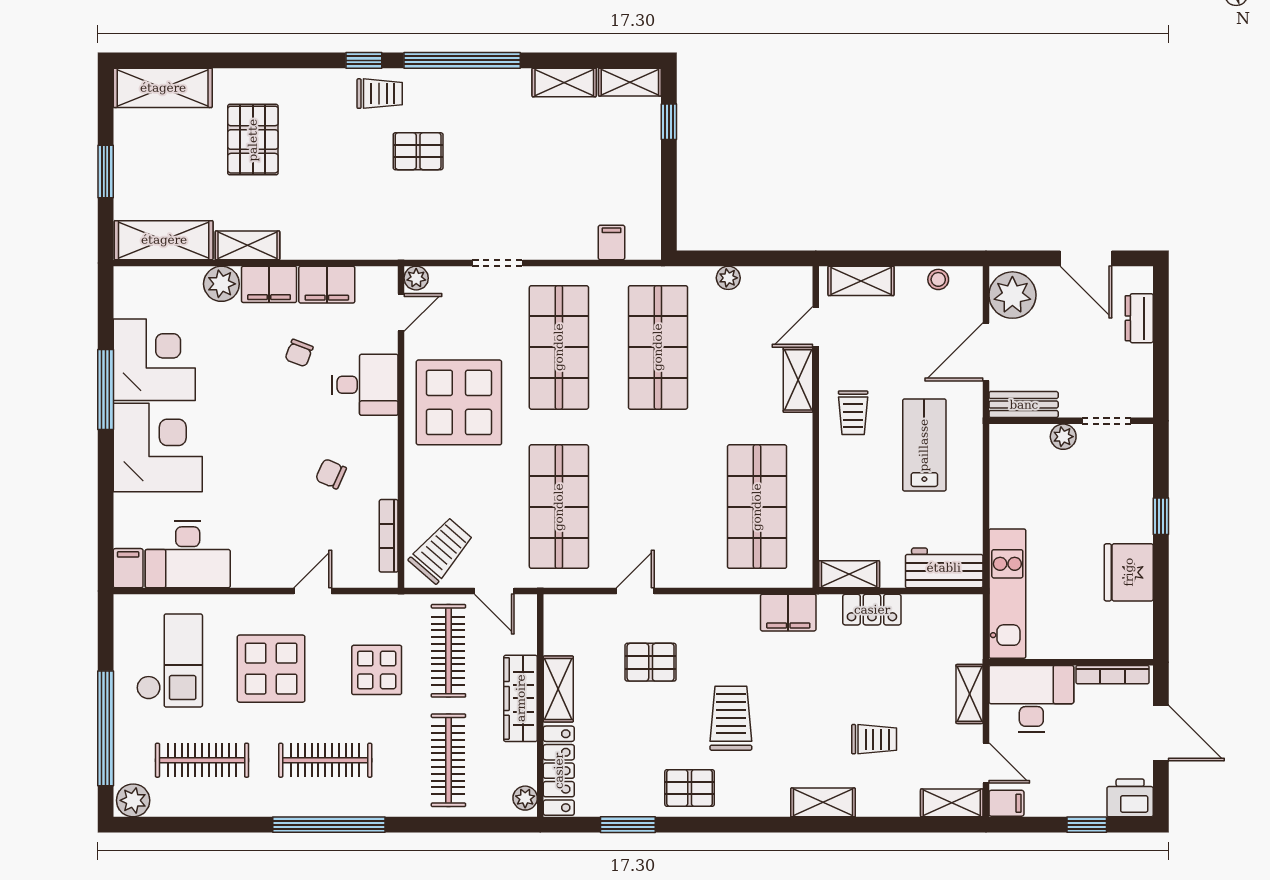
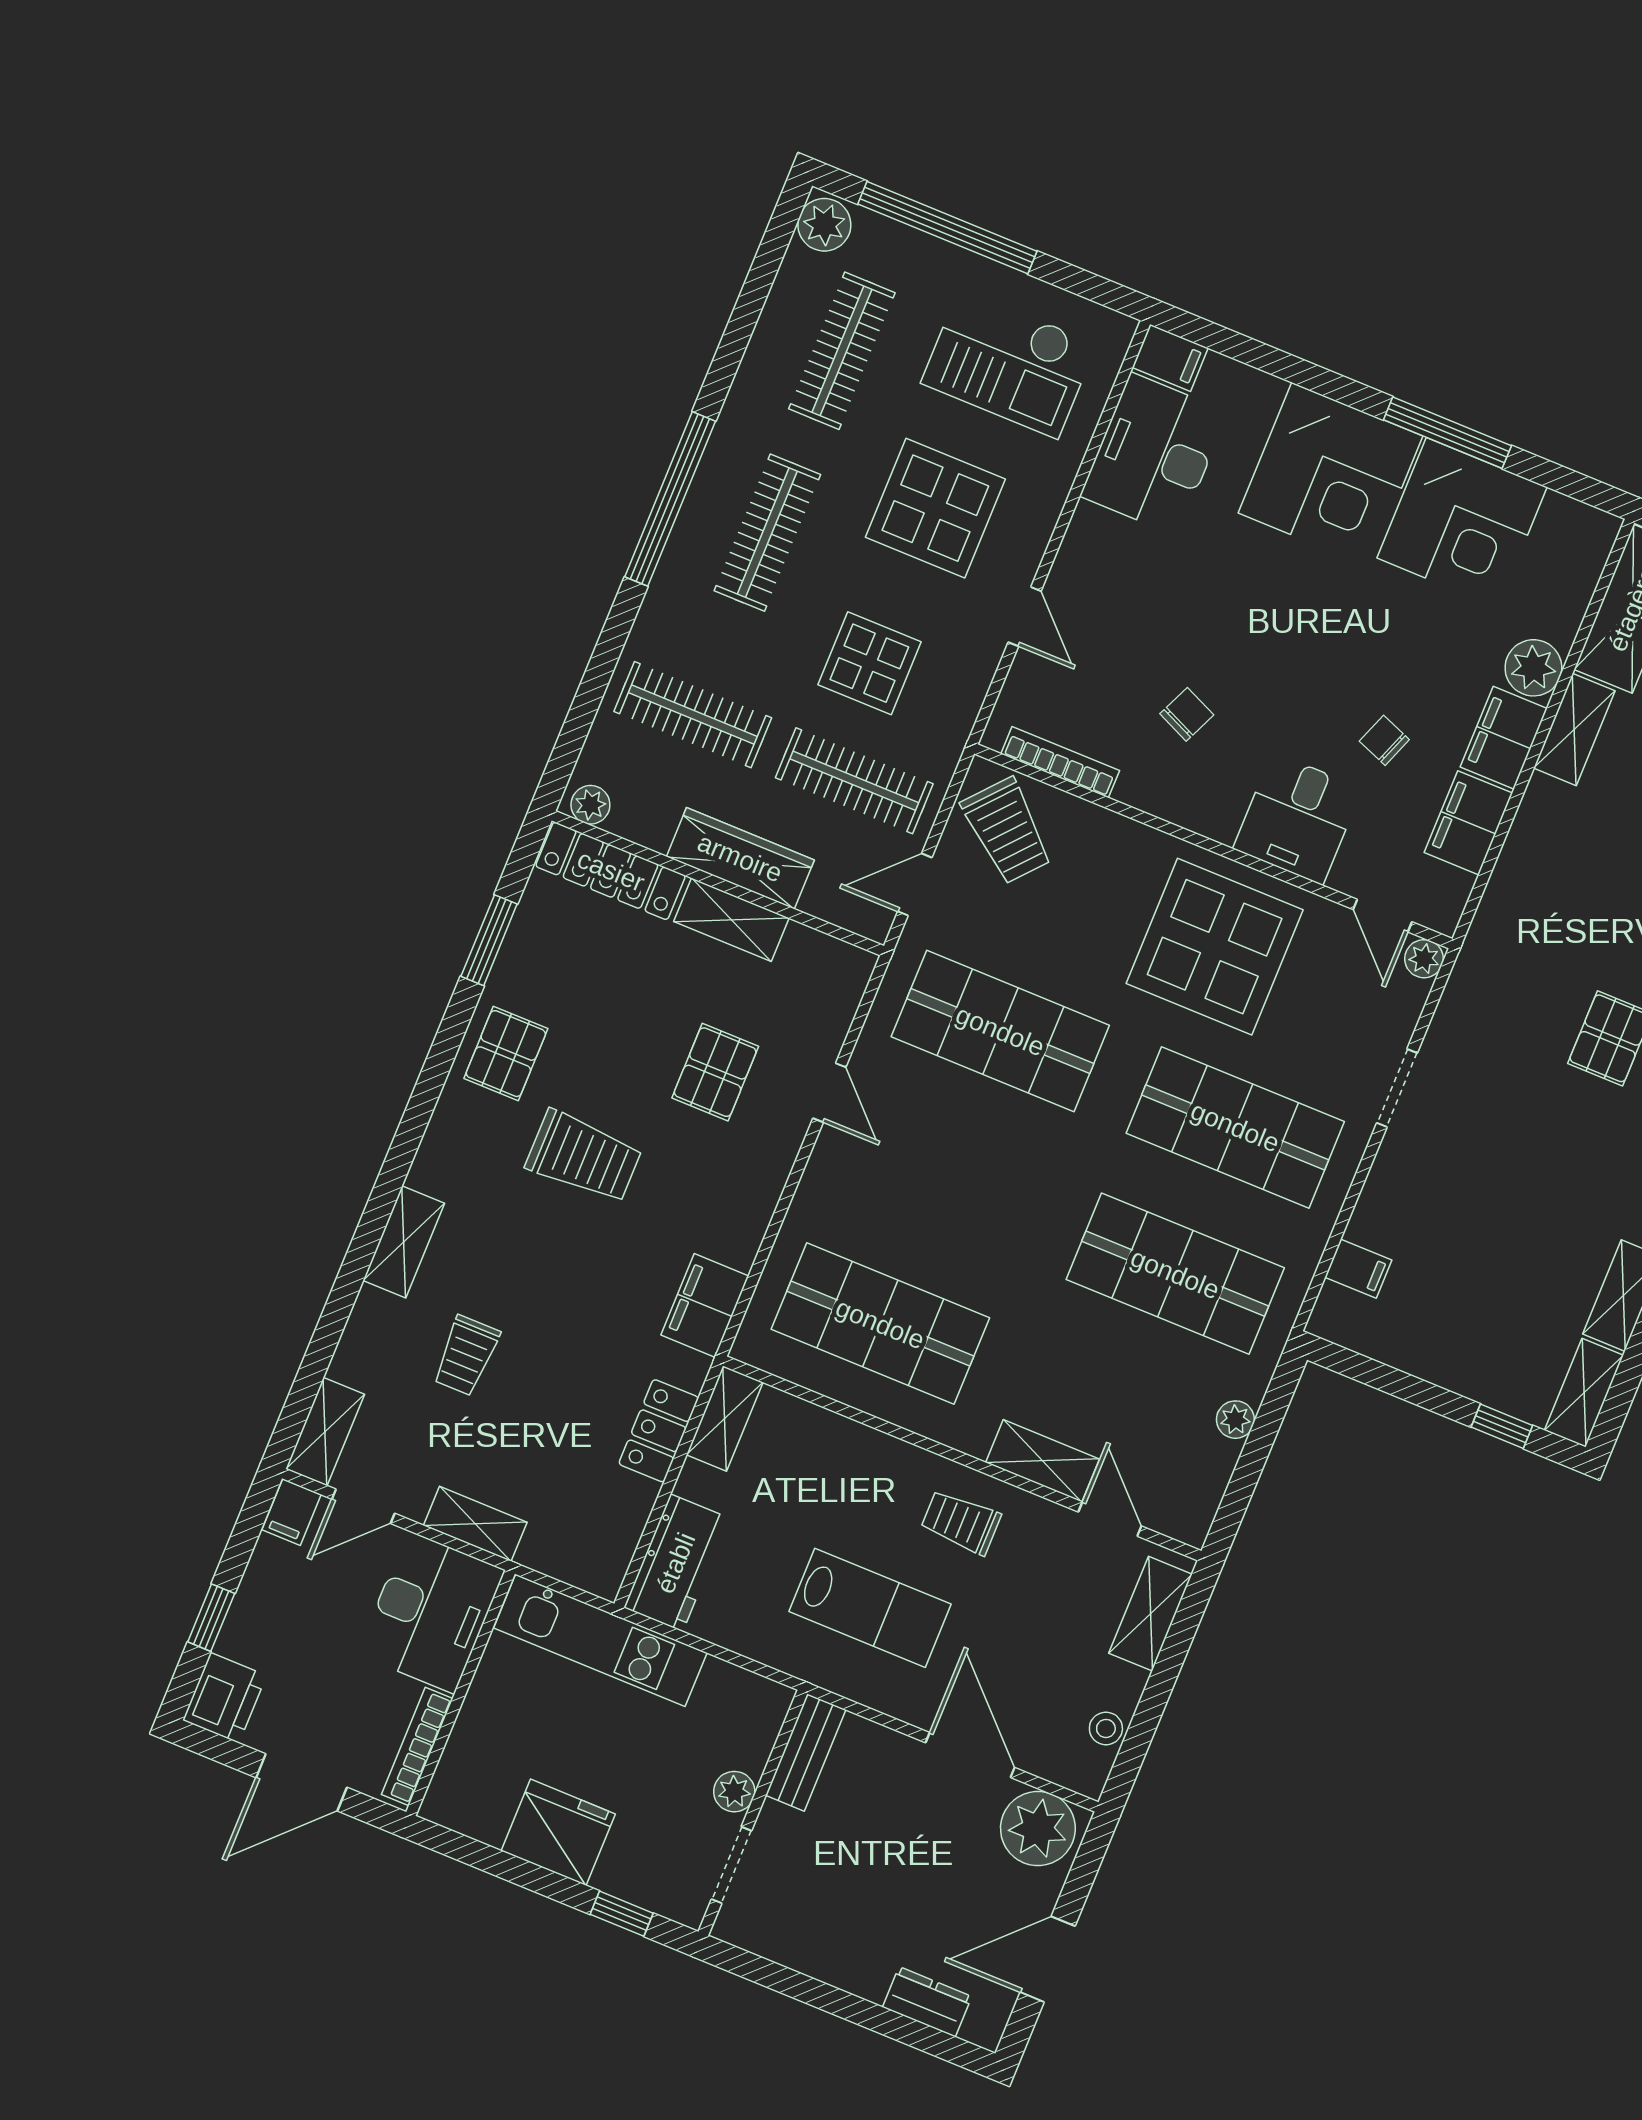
bench: (1024, 405) -> (806, 1753), moved
wall: (1071, 421) -> (753, 1813), moved
doorway: (1106, 421) -> (731, 1865), moved
plant: (1063, 437) -> (734, 1792), moved

